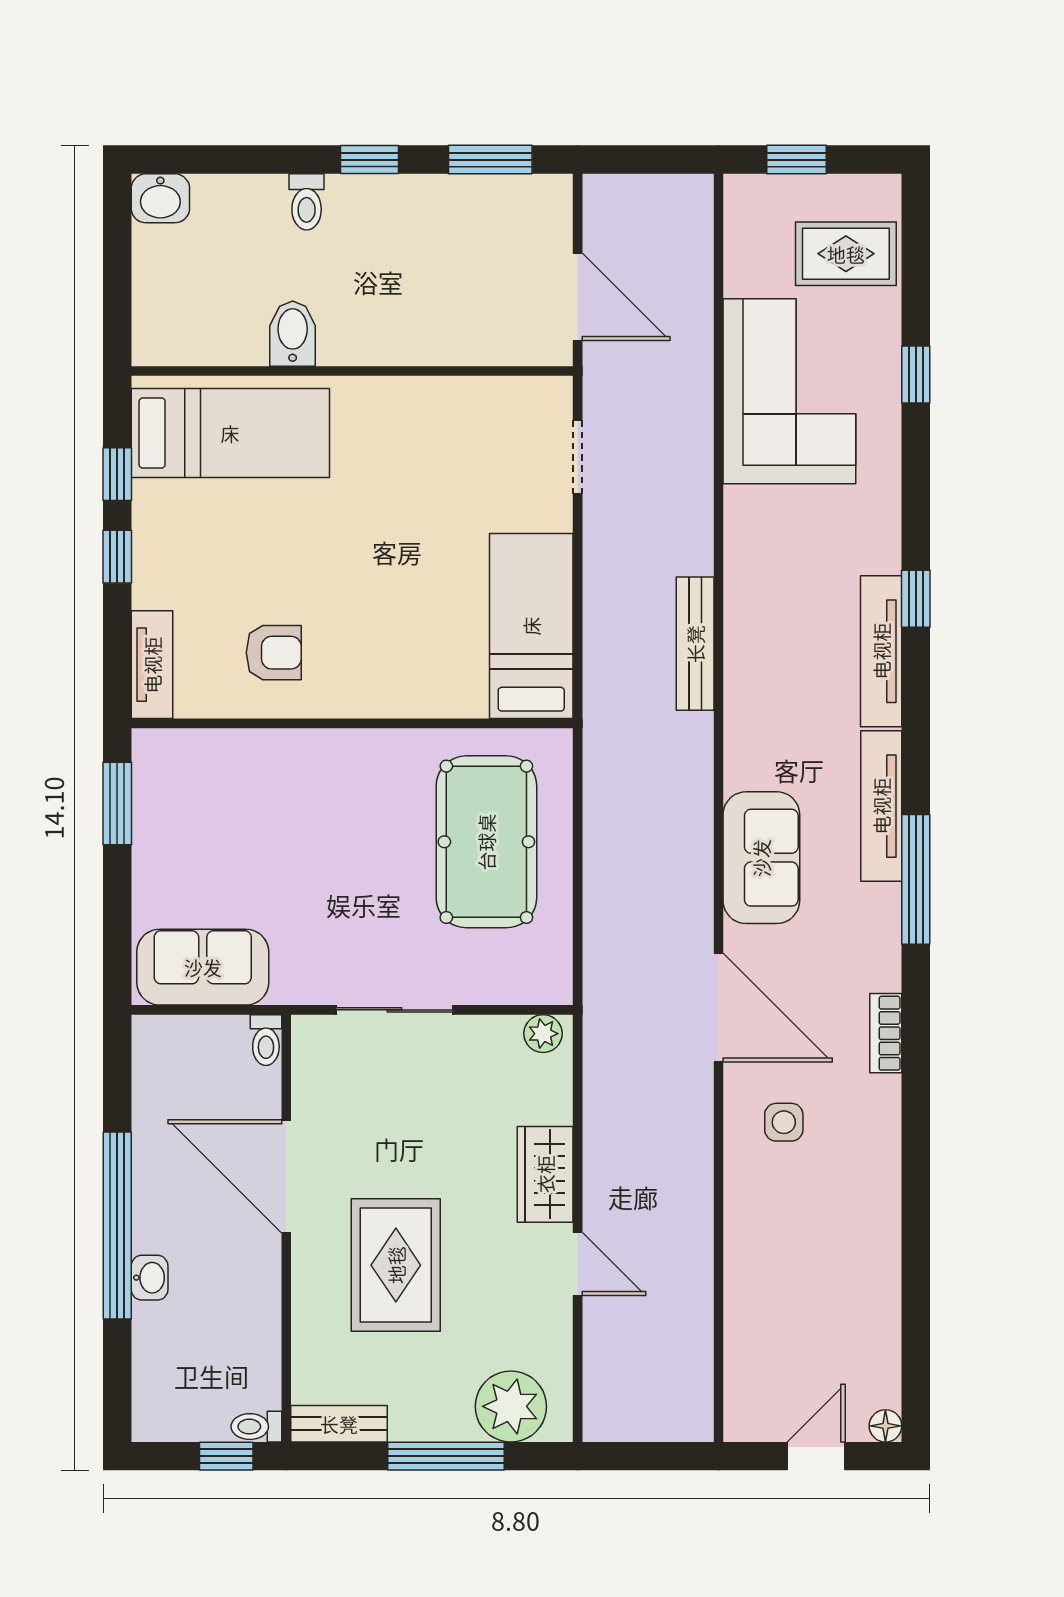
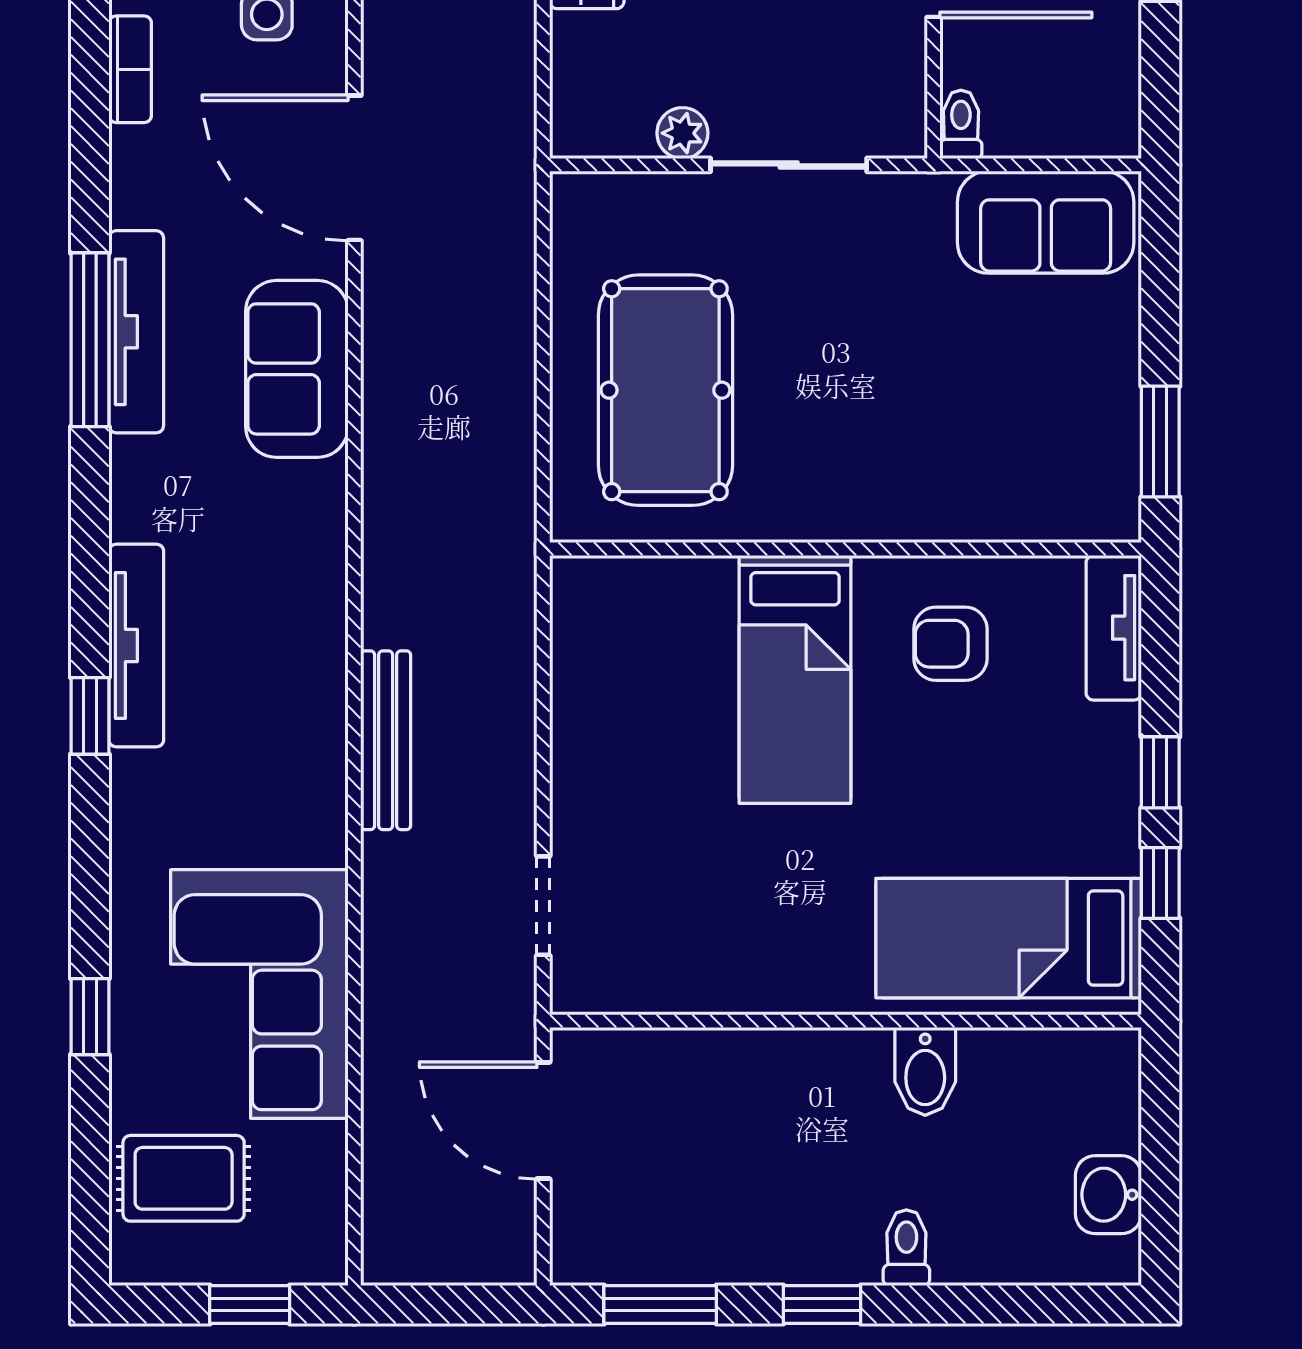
washbasin: (160, 198) -> (1108, 1195), moved, turned -90
bed: (531, 626) -> (795, 679), moved
bench: (695, 644) -> (386, 740), moved
tv unit: (881, 806) -> (136, 332), moved
bookcase: (886, 1033) -> (130, 69), moved
plant: (543, 1034) -> (682, 133), moved

